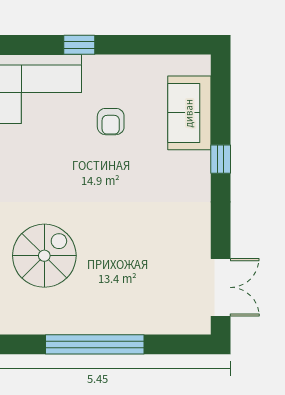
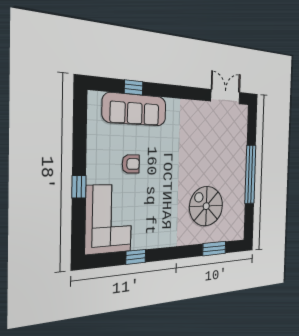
sofa: (189, 113) -> (135, 109), width x1.36
window: (221, 159) -> (134, 87), moved

